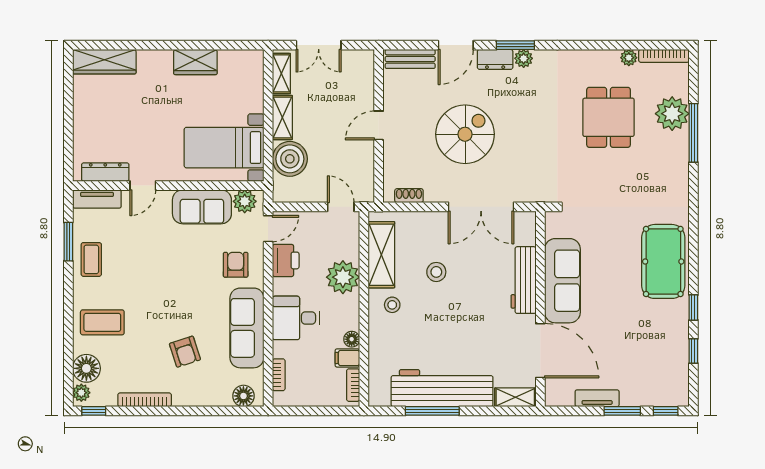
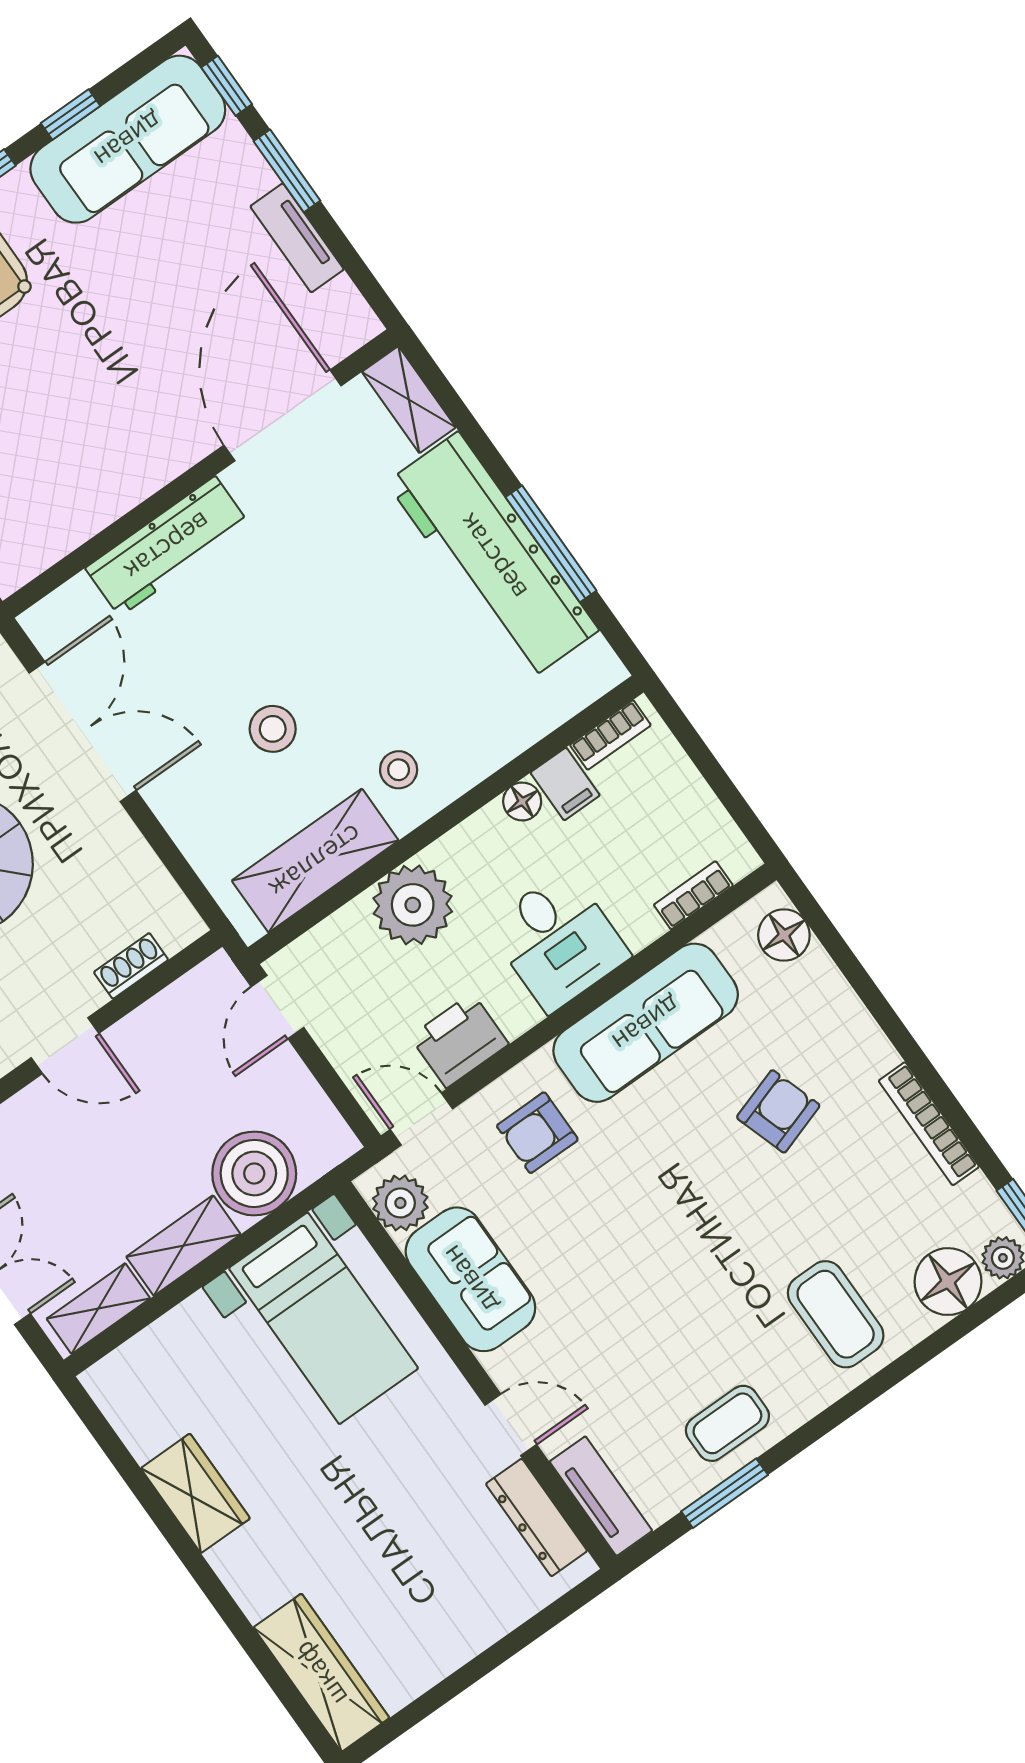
shoe rack: (409, 196) -> (131, 966), moved, turned 90
sofa: (562, 281) -> (128, 139), moved, turned 180

